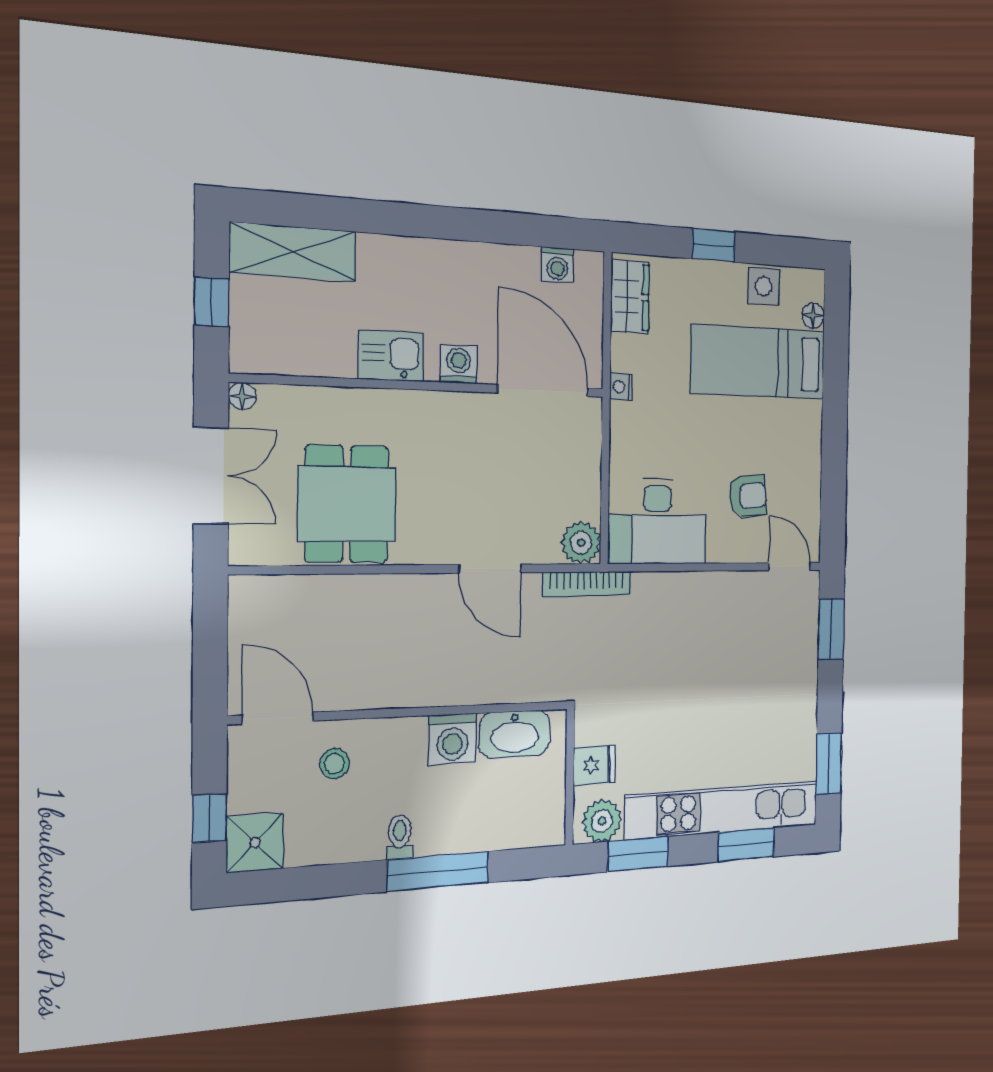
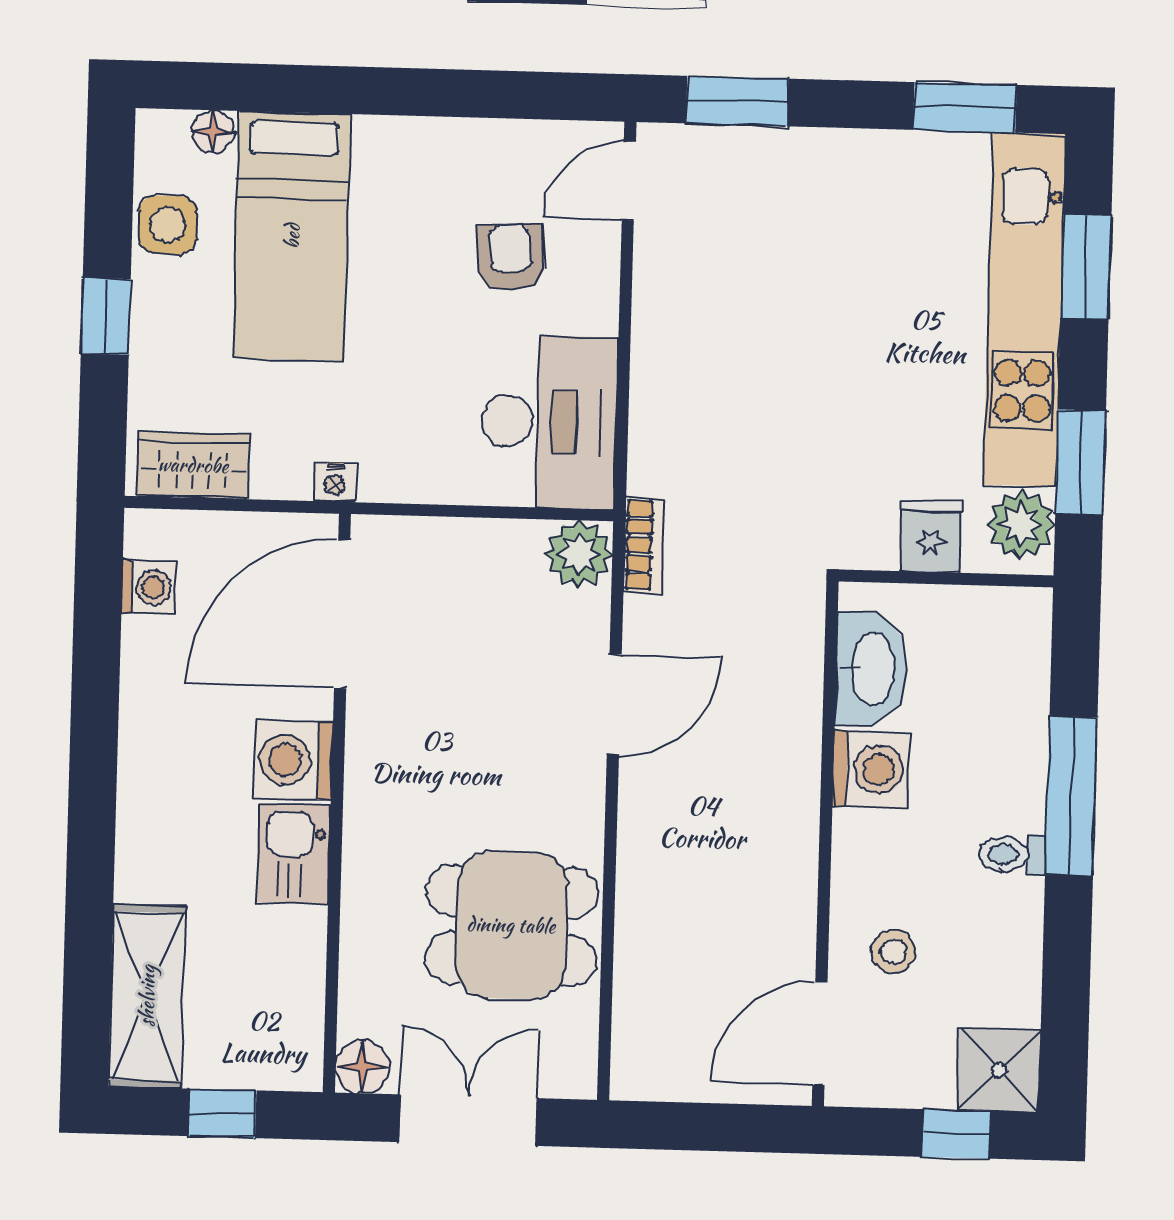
washing machine: (459, 364) -> (293, 760), width x1.38, depth x1.38
floor lamp: (242, 396) -> (362, 1067), width x1.37, depth x1.37
bookcase: (587, 584) -> (644, 545), width x0.64

